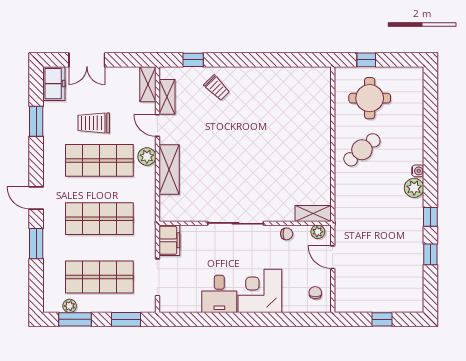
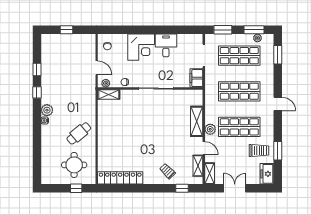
double door: (87, 60) -> (235, 188), moved
locker: (294, 77) -> (120, 178), added
trolley: (94, 123) -> (259, 150), moved
window: (36, 244) -> (278, 55), moved

